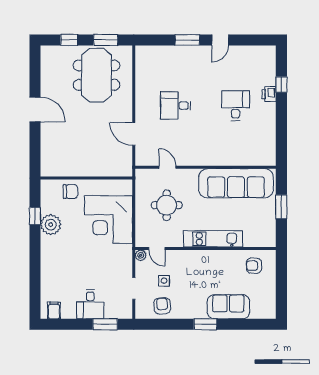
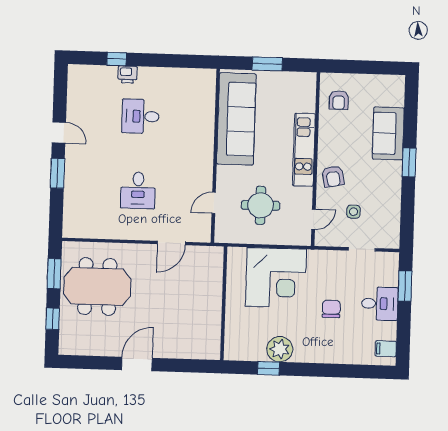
chair: (70, 192) -> (331, 309), moved
plant: (141, 255) -> (321, 239), removed
armchair: (162, 306) -> (333, 176), moved, turned -96

